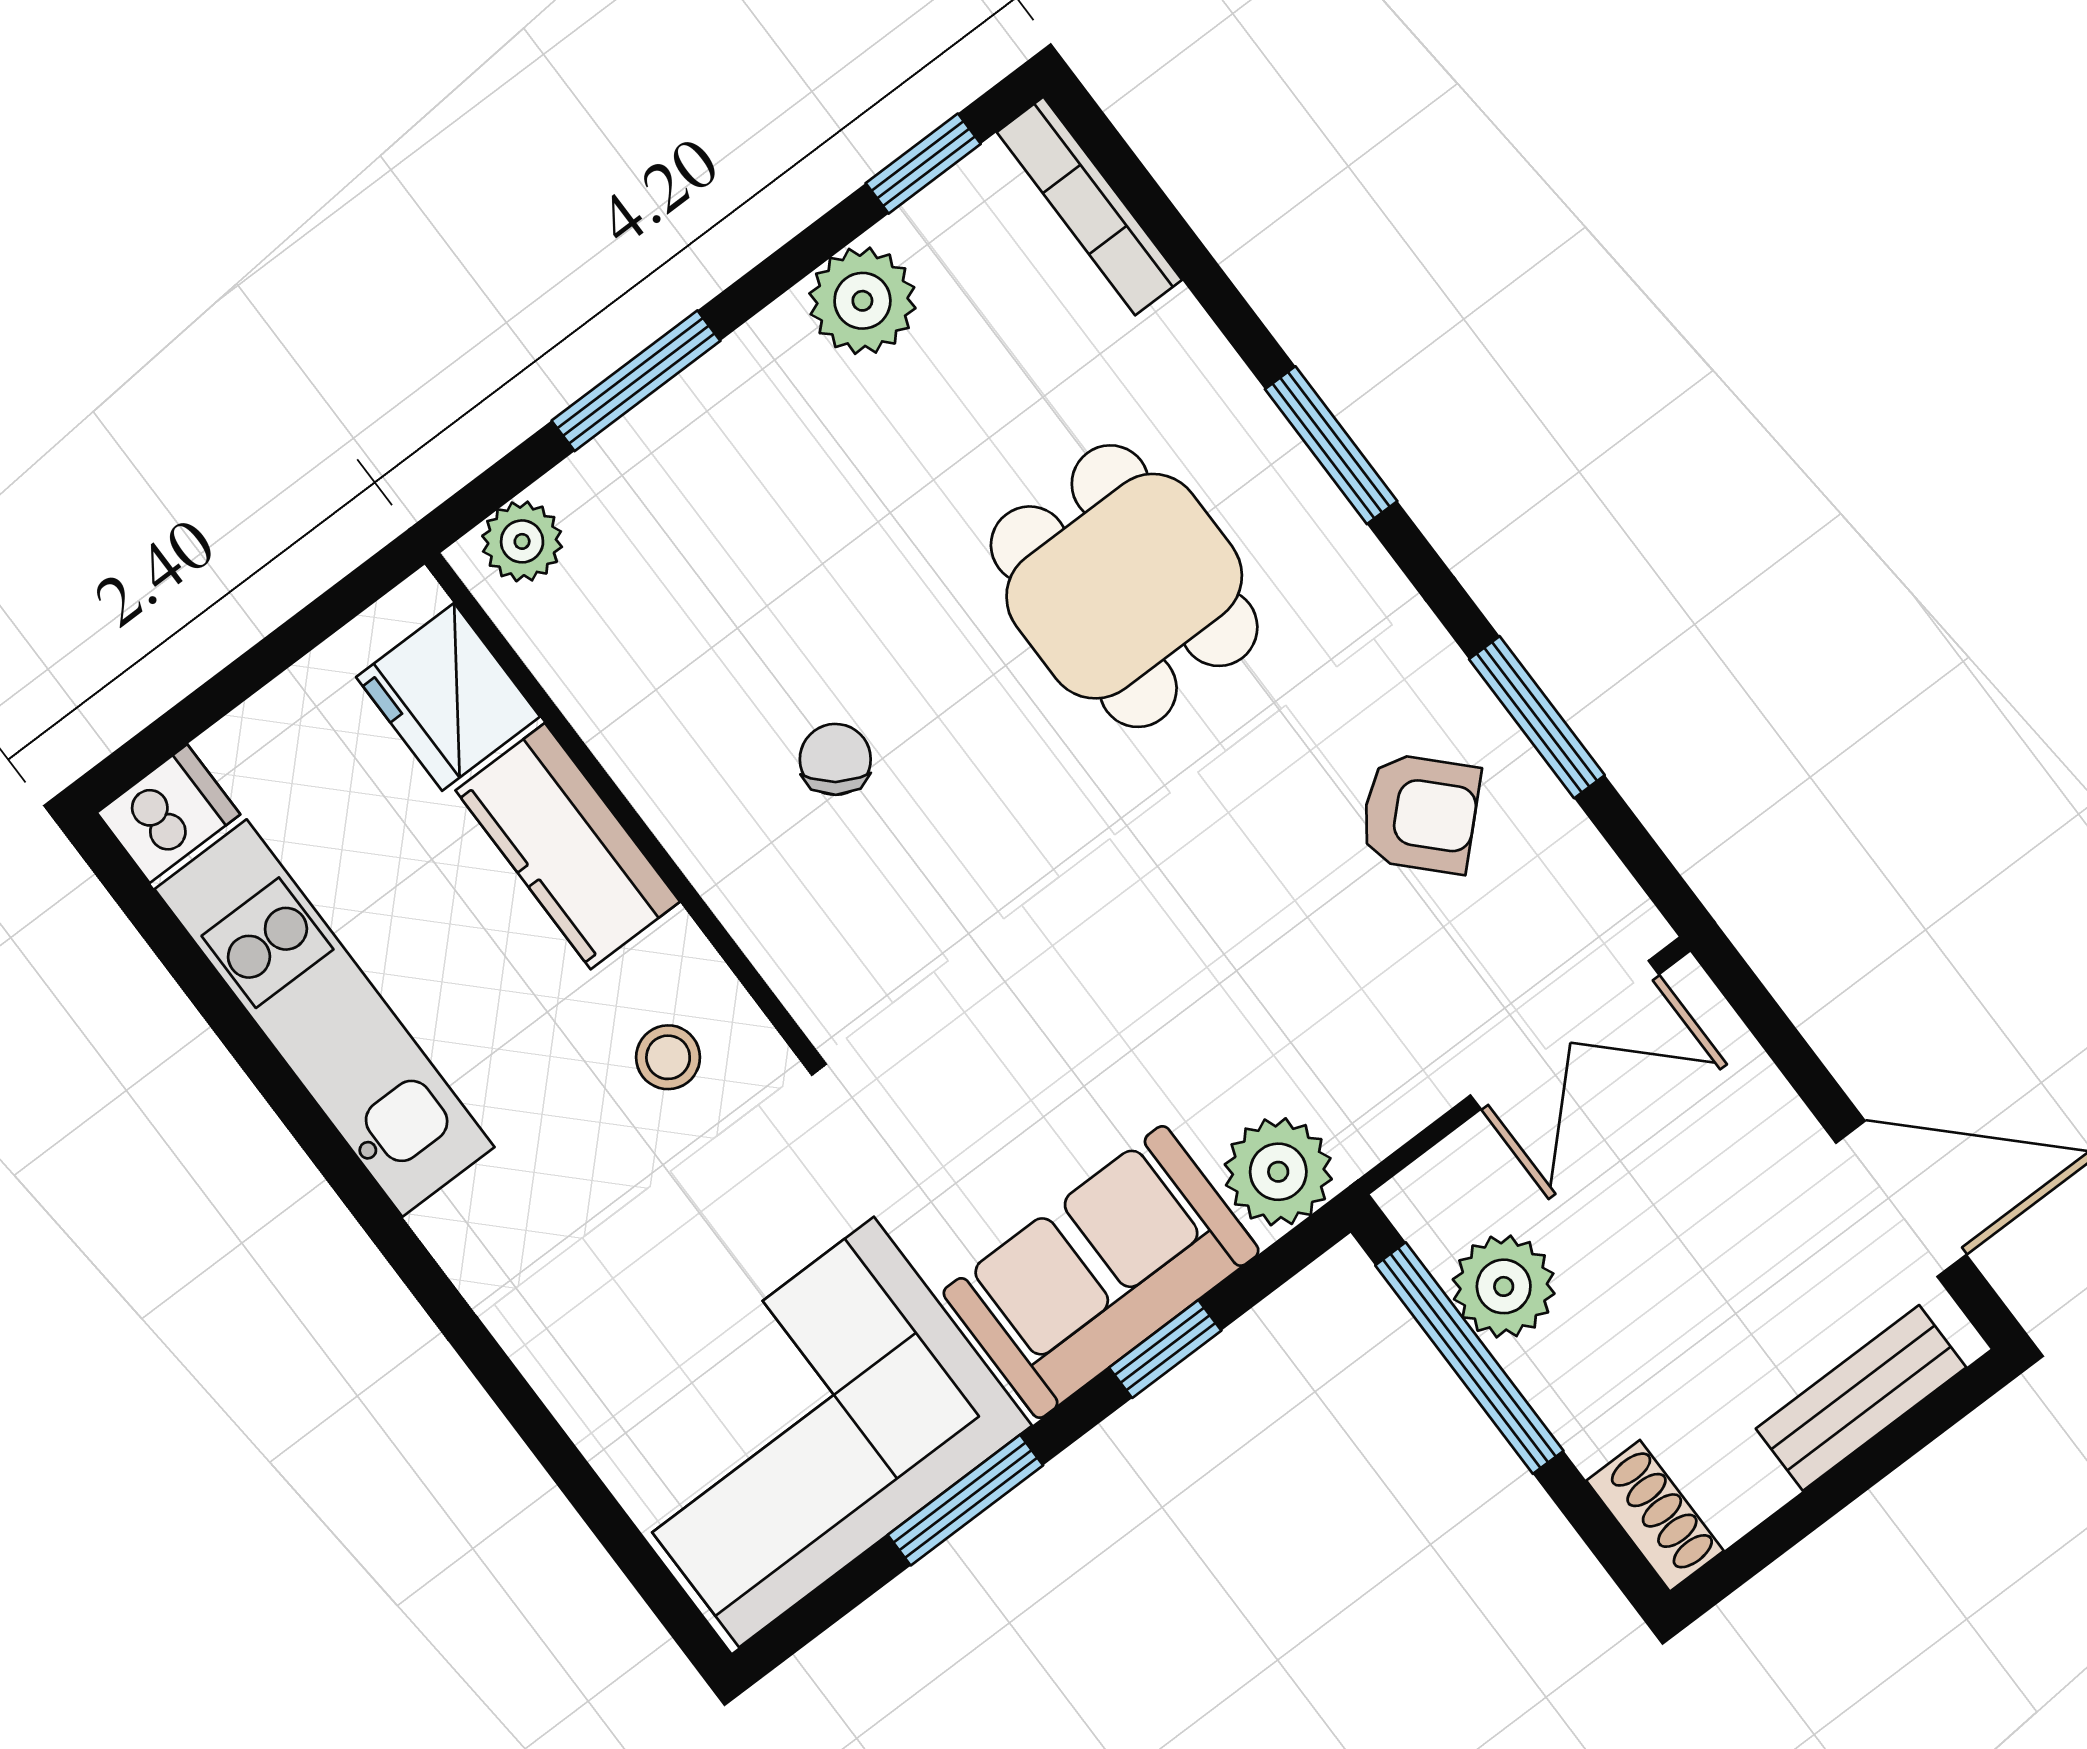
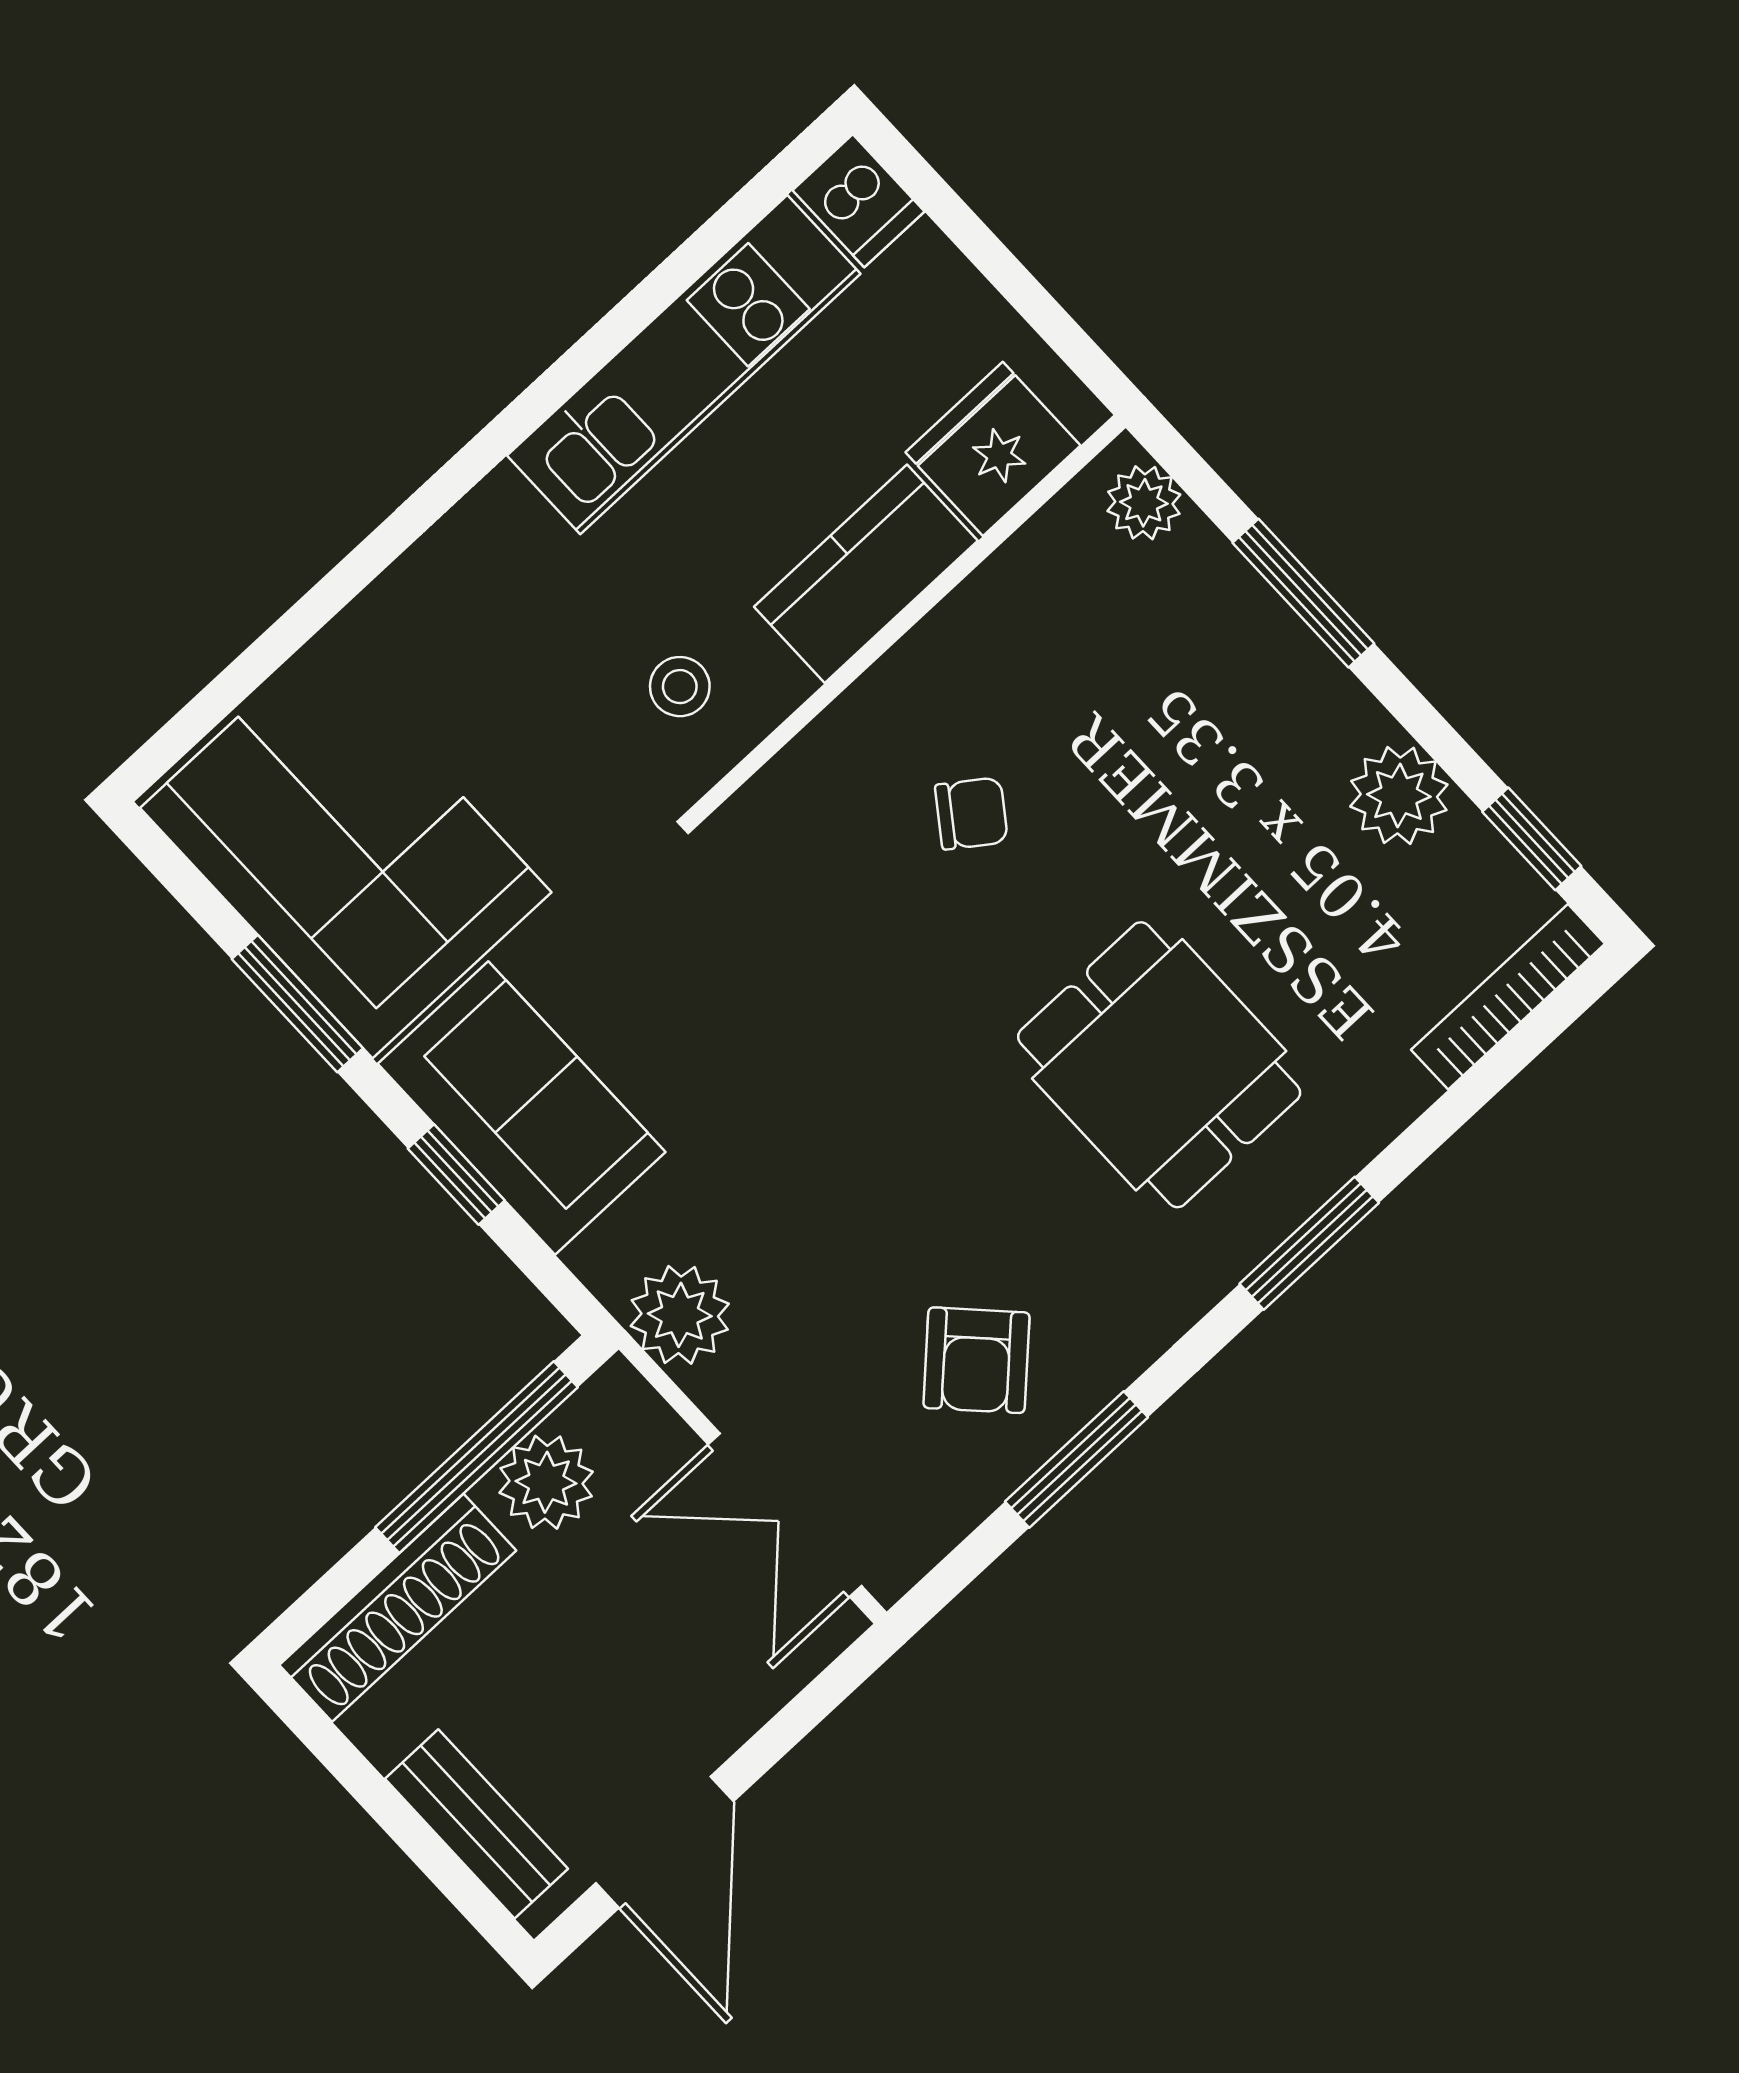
dining table: (1124, 586) -> (1159, 1065), turned 90
plant: (1278, 1172) -> (680, 1315), moved
shoe rack: (1655, 1516) -> (398, 1608), width x1.94, depth x1.24

